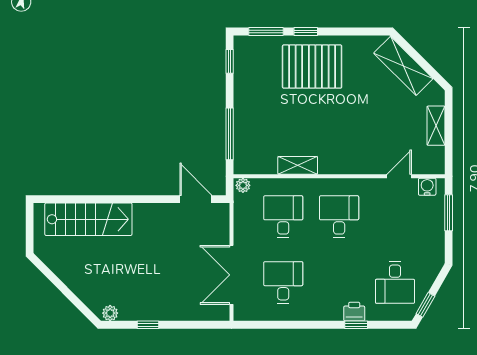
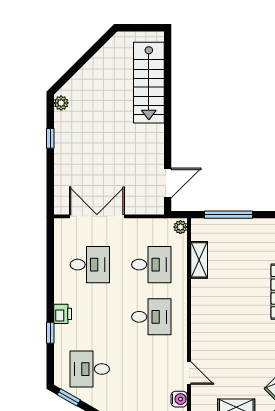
shelving: (298, 165) -> (199, 260), moved
printer: (354, 312) -> (63, 314), moved

